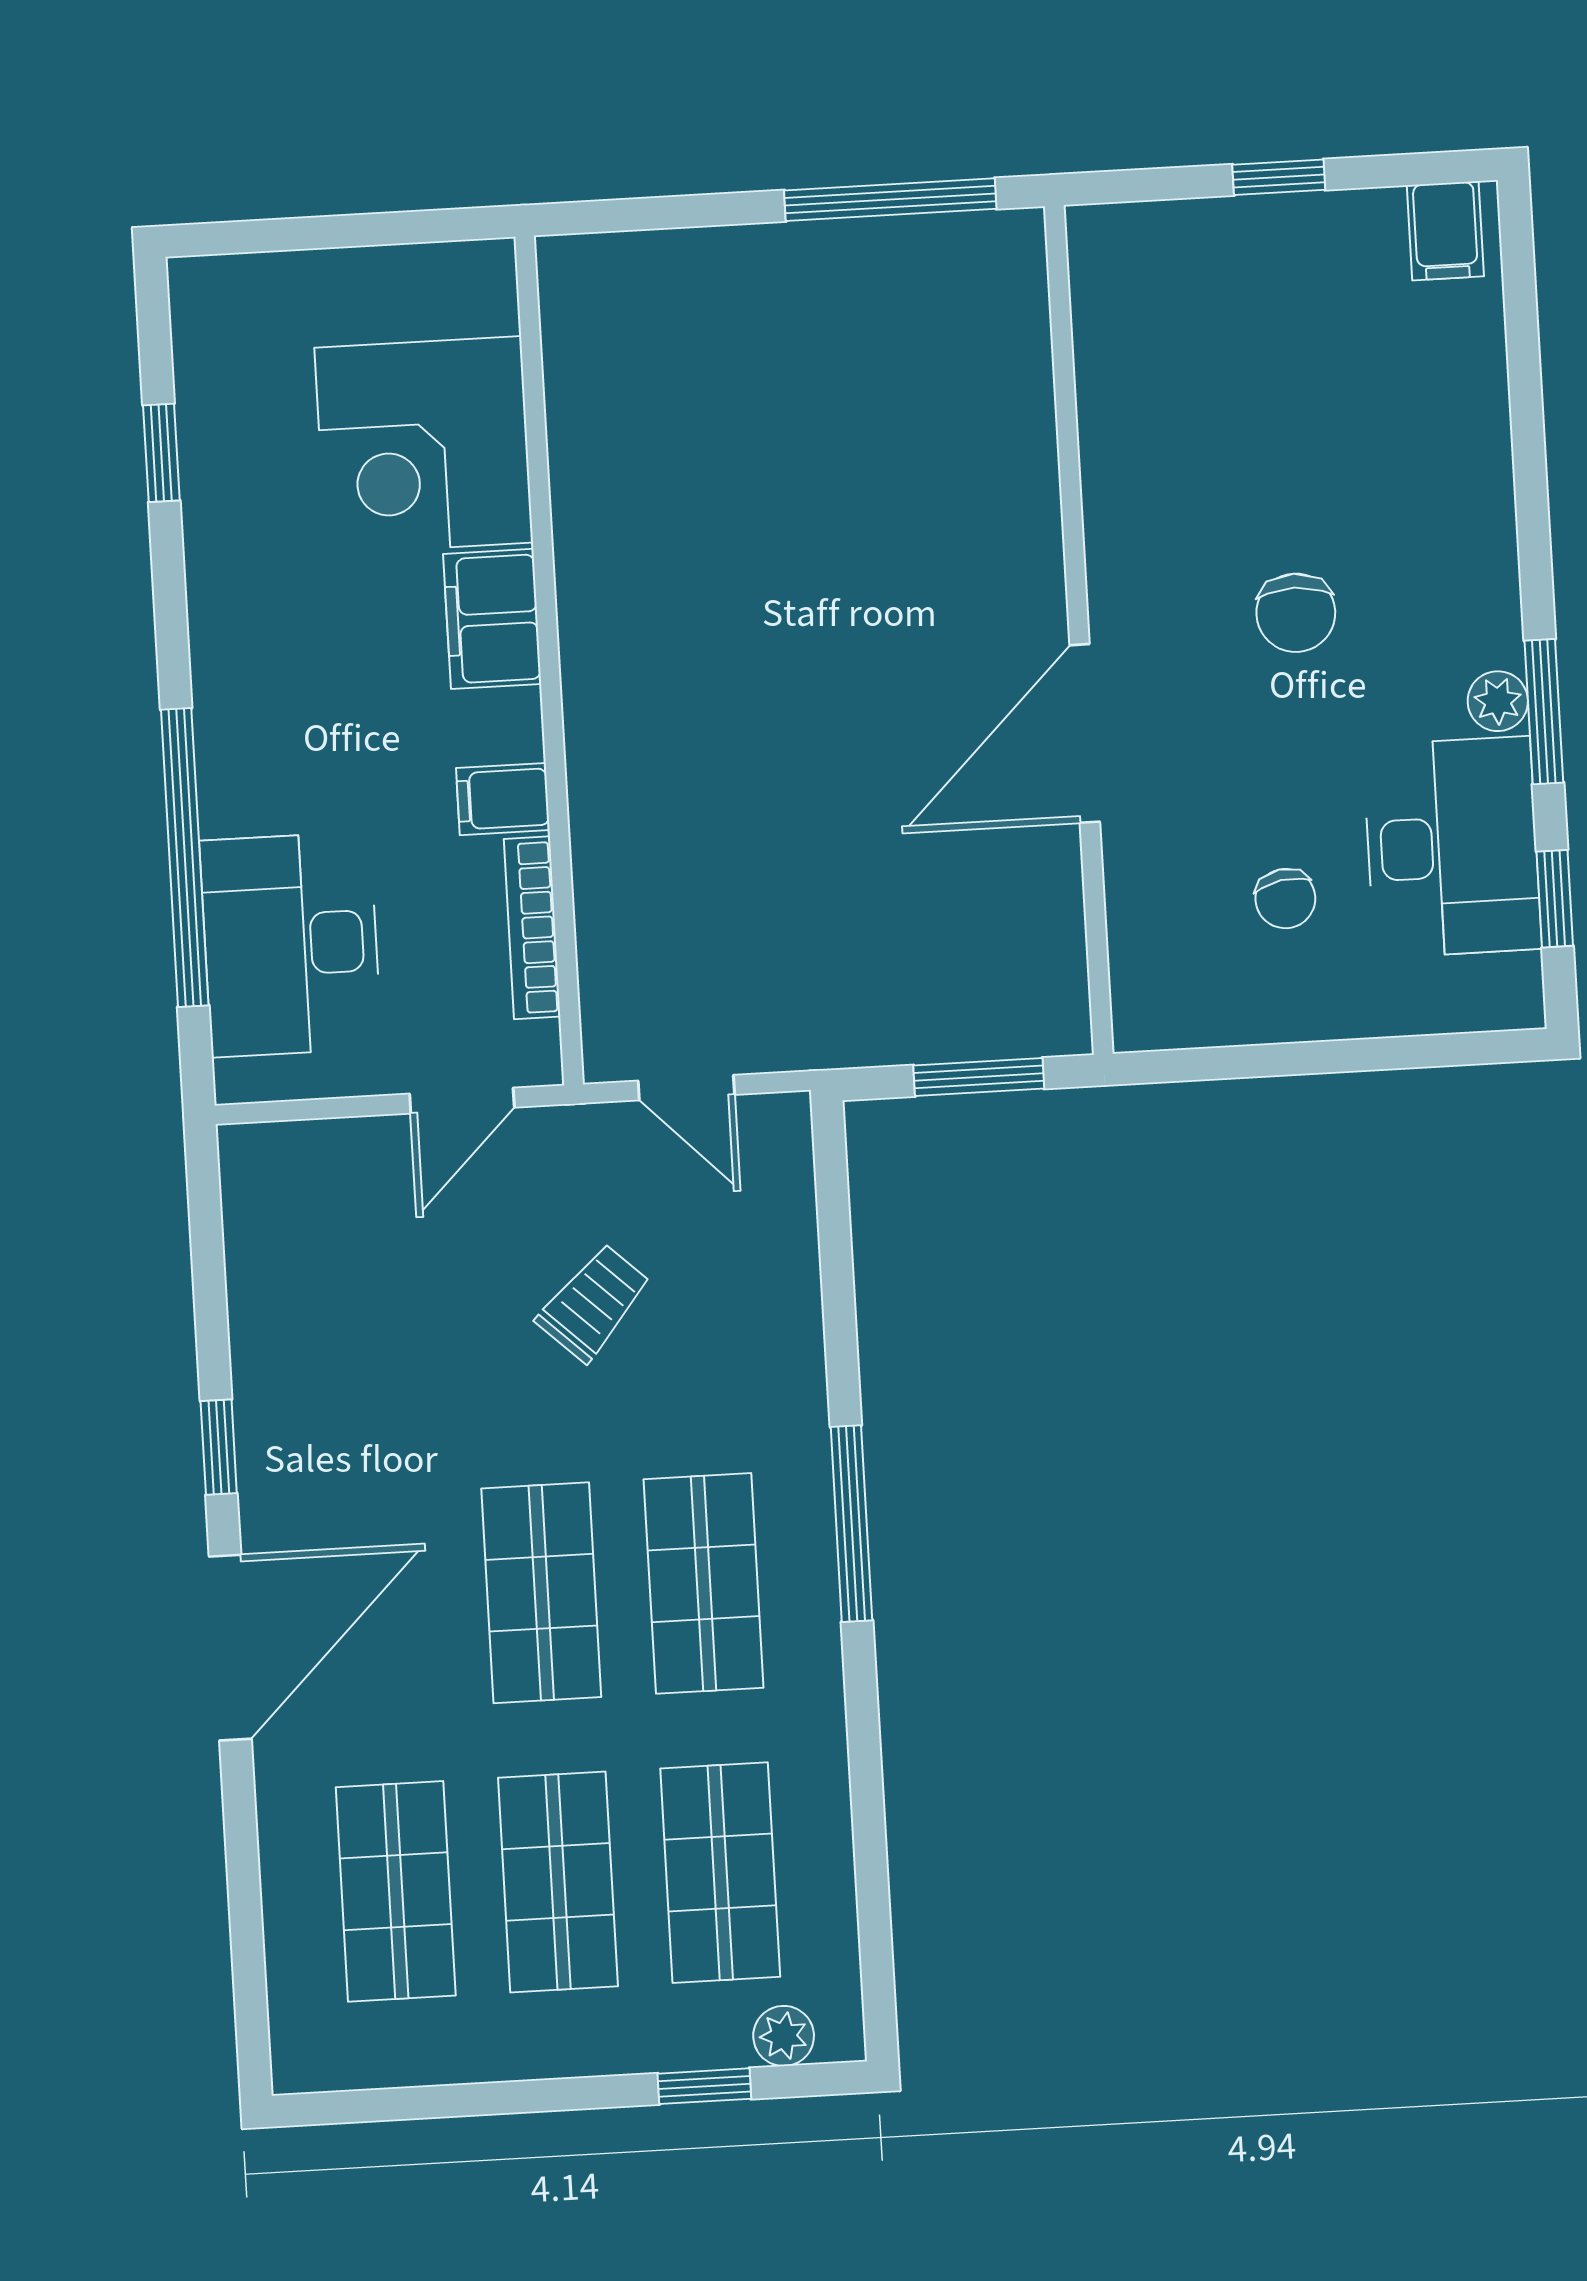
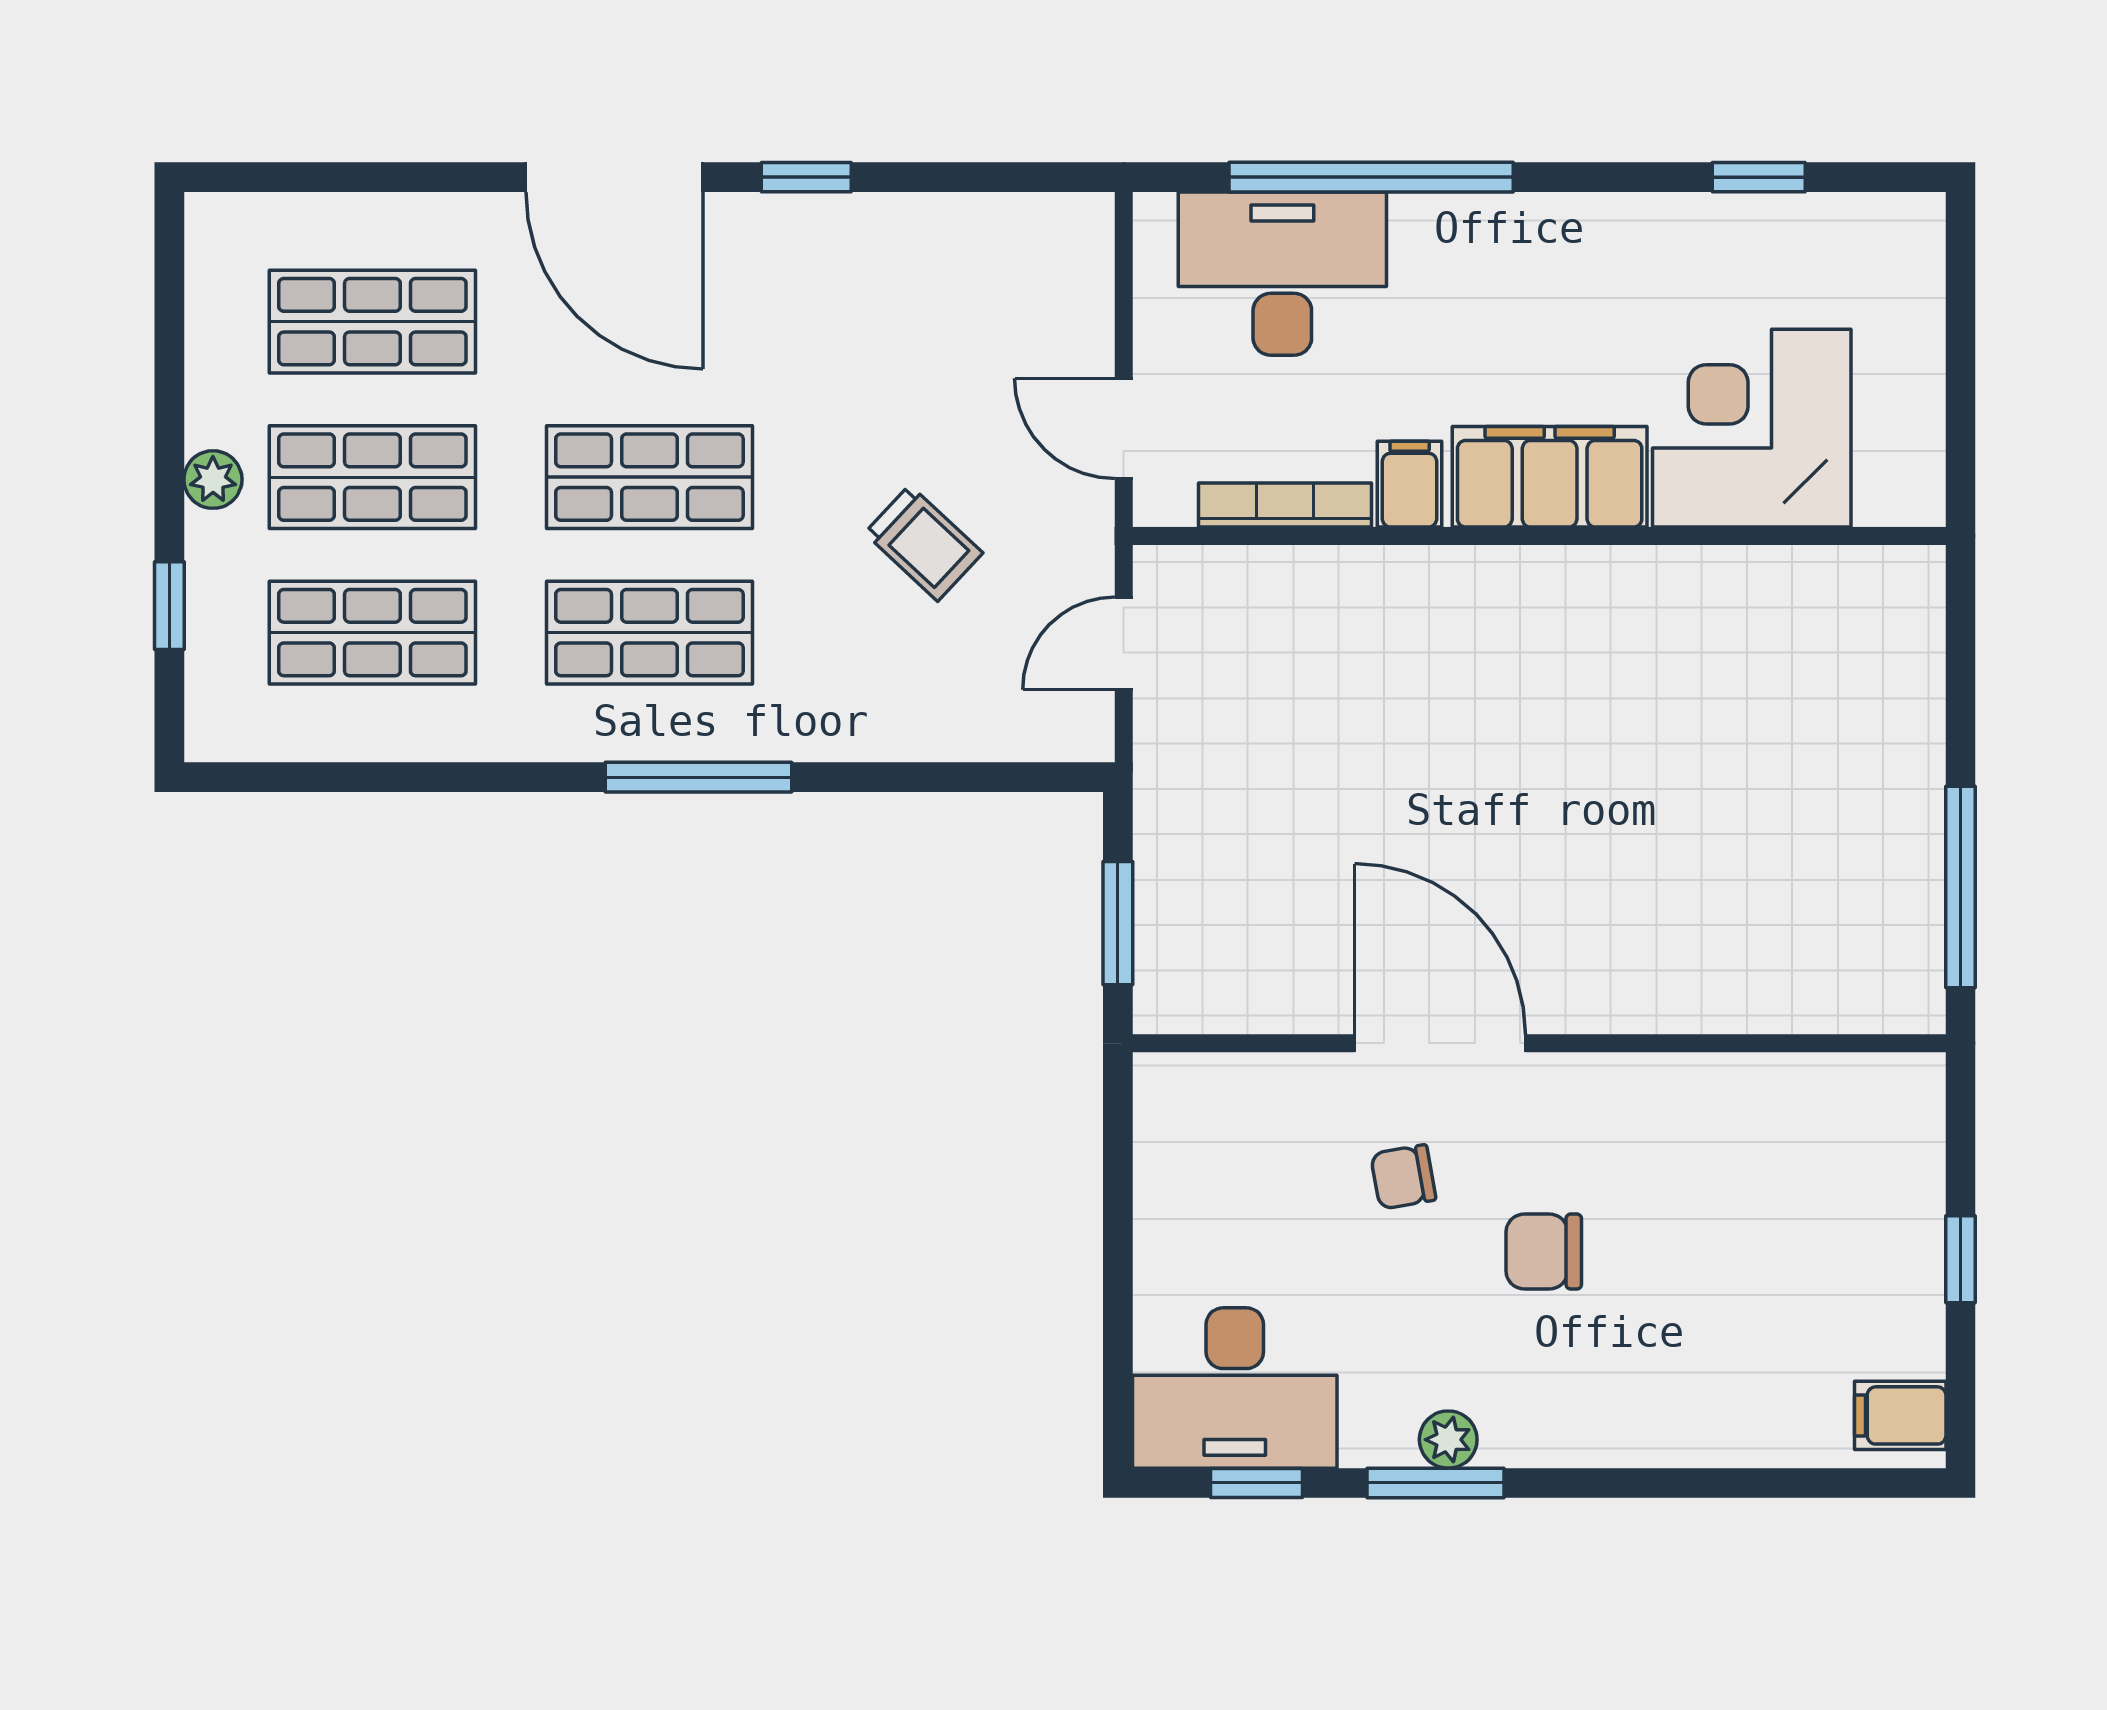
filing cabinet: (492, 619) -> (1550, 477), width x1.50, depth x1.17
desk: (1452, 847) -> (1235, 1388), moved
chair: (1285, 899) -> (1403, 1177), moved
plant: (784, 2036) -> (213, 480), moved

